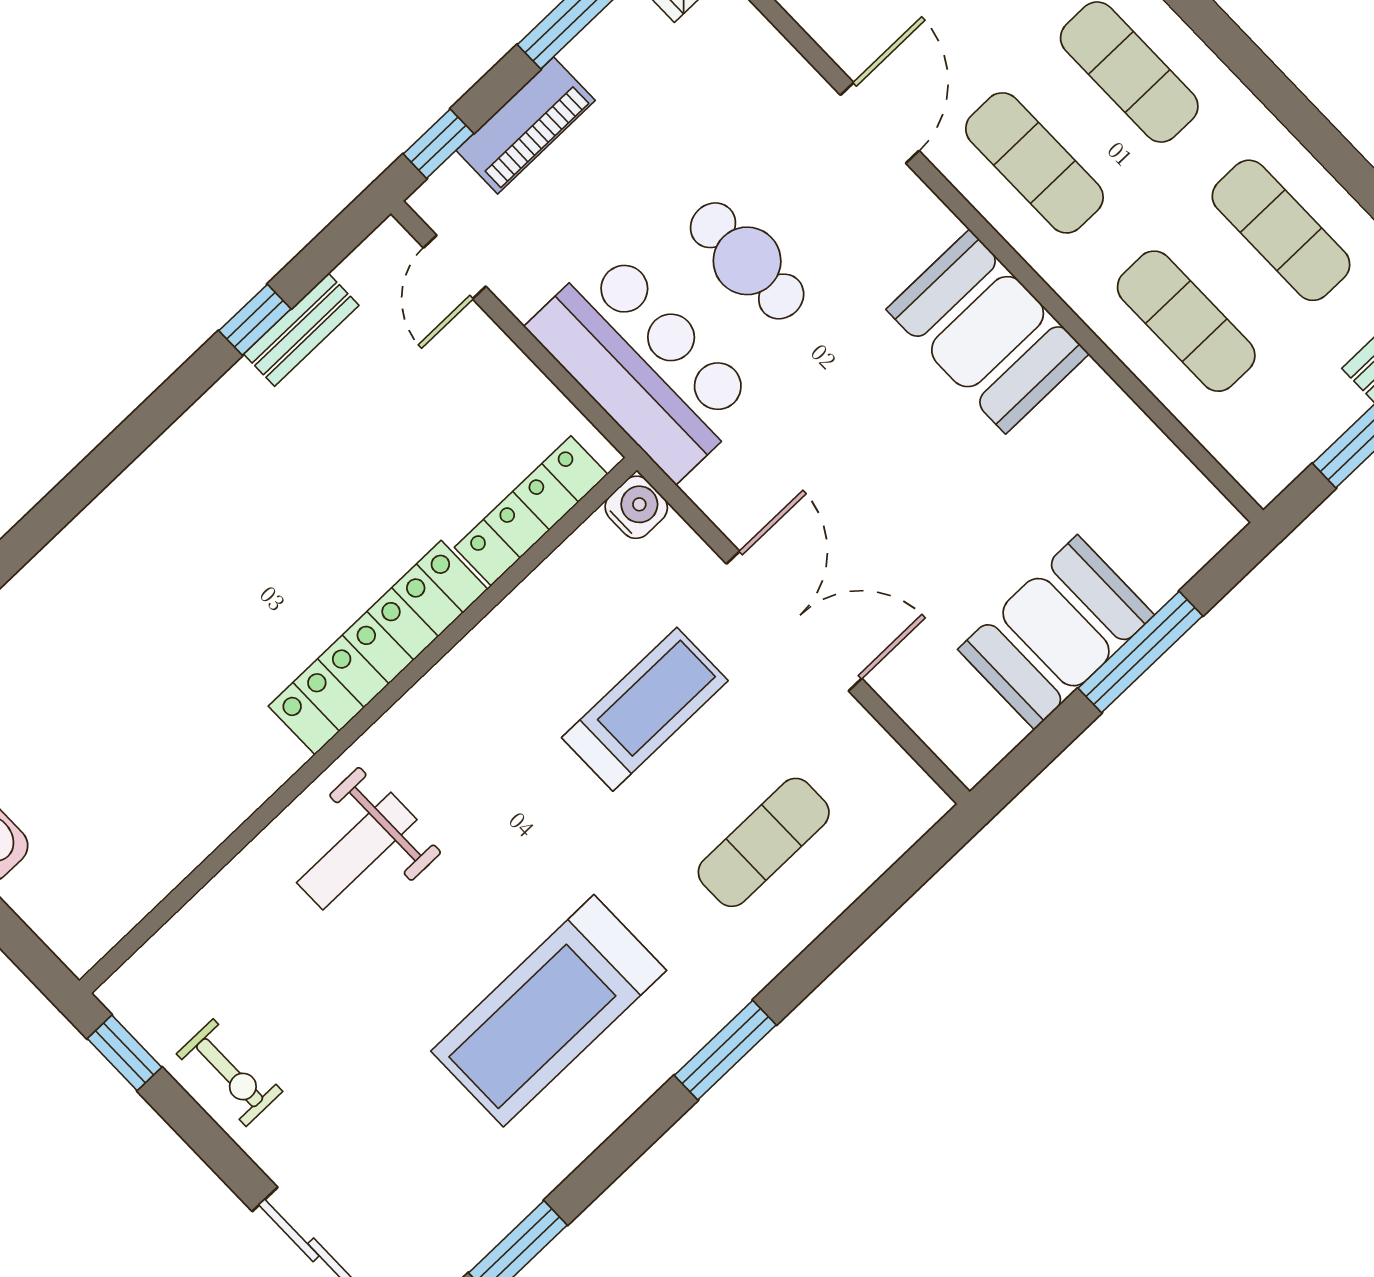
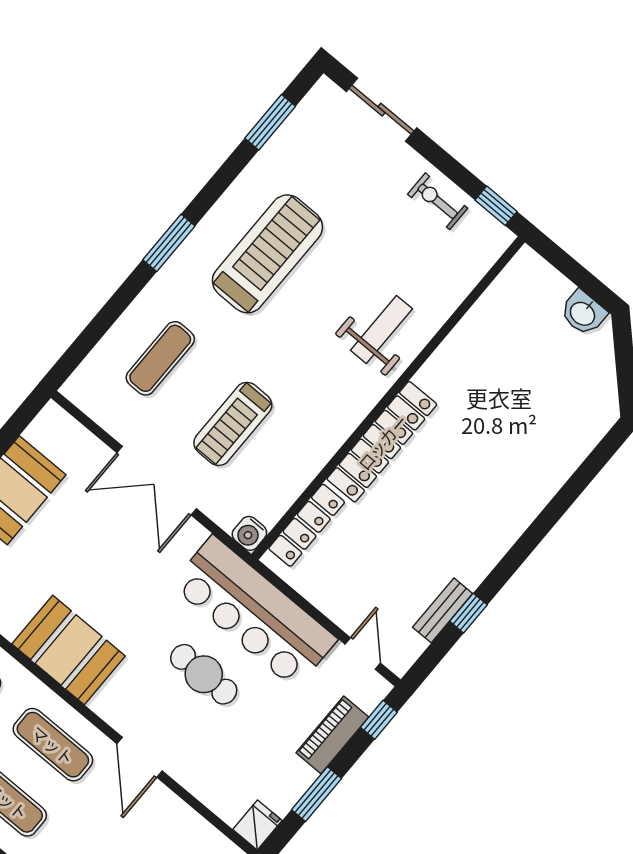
bar counter: (644, 364) -> (254, 612), width x1.36

